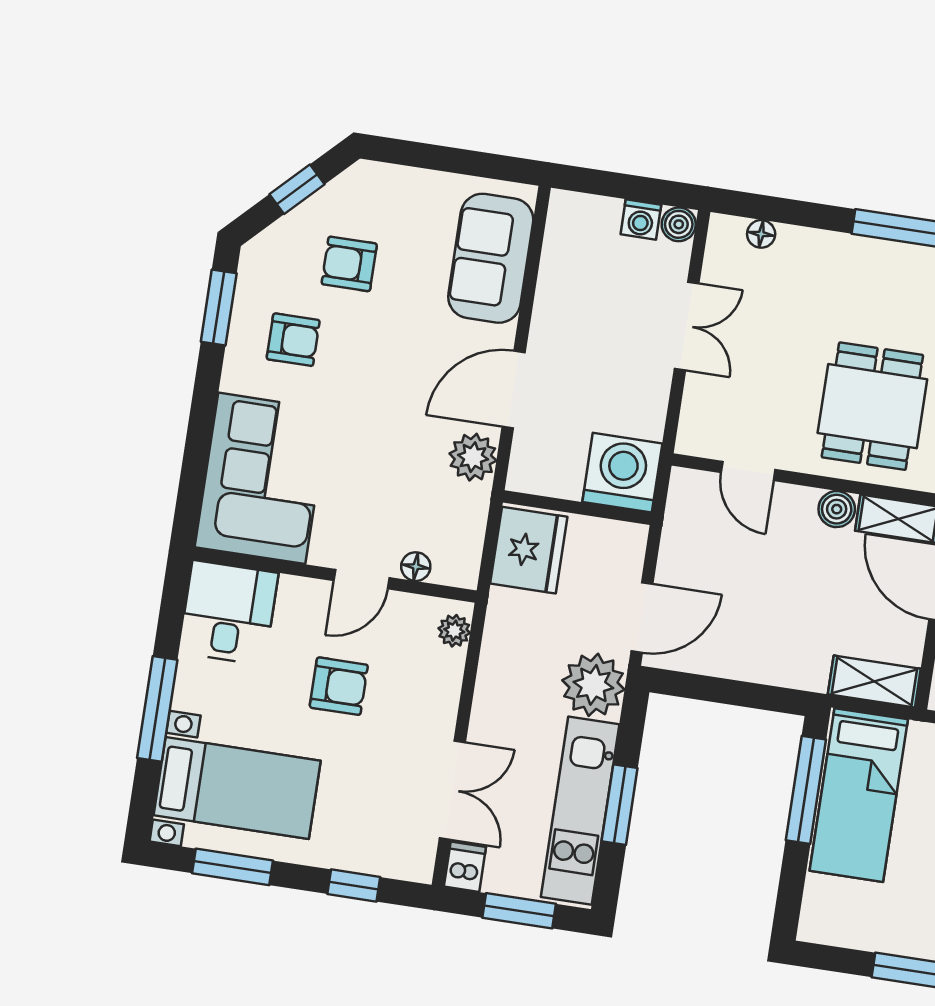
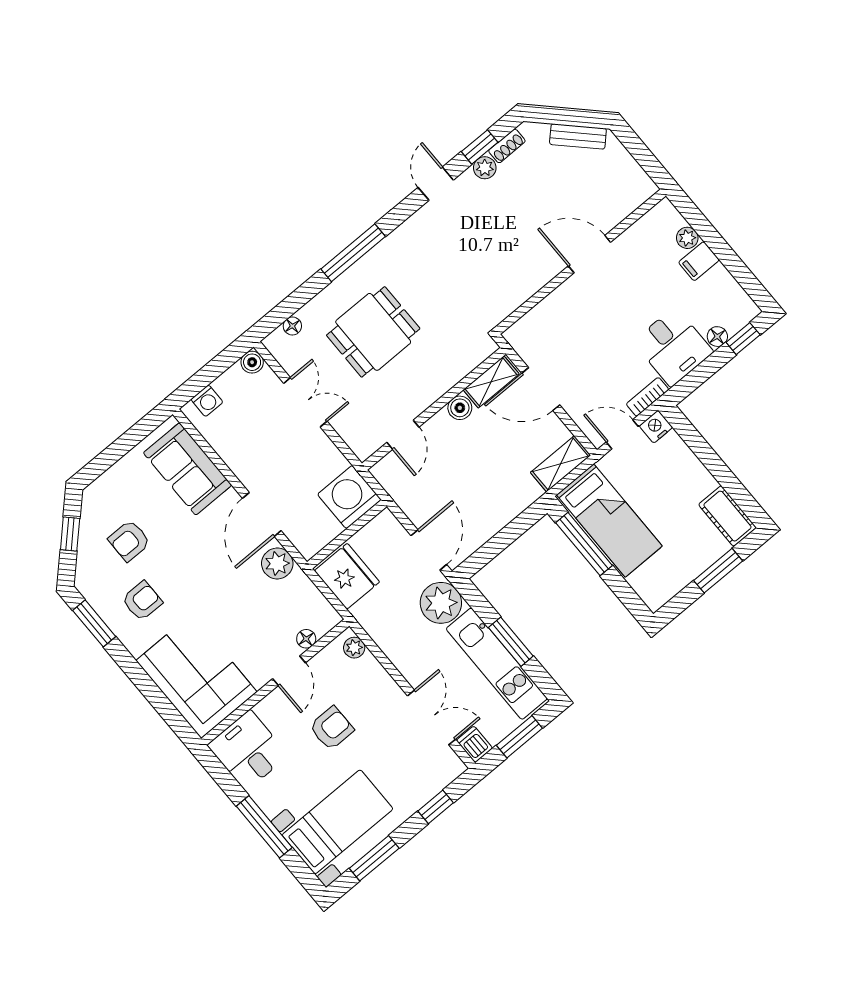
washing machine: (641, 219) -> (207, 401), moved
dining table: (872, 406) -> (373, 332), moved, turned 90
door: (748, 471) -> (403, 435), hinge flipped

